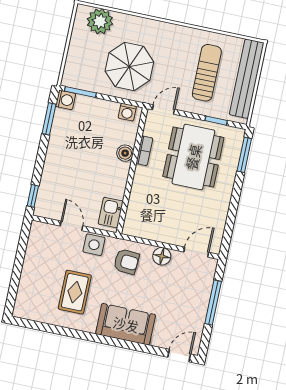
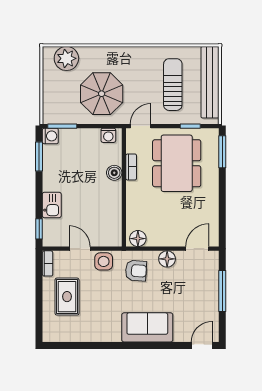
kitchen sink: (111, 213) -> (52, 205), moved, turned 180
floor lamp: (135, 228) -> (138, 239), added
bookcase: (34, 234) -> (48, 263), added
rug: (75, 292) -> (67, 297), moved

